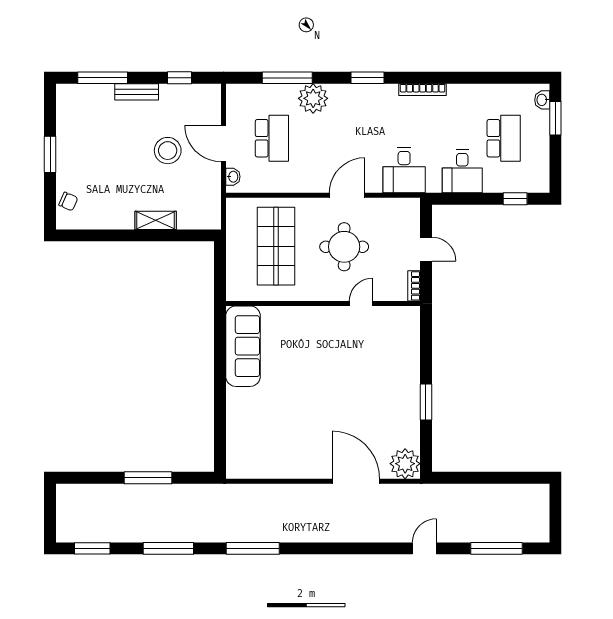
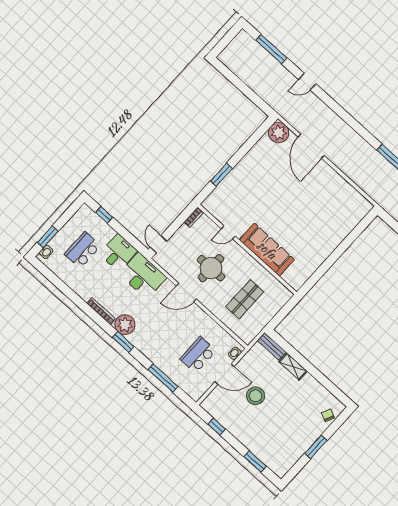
window: (103, 78) -> (255, 461), width x0.69
bench: (137, 92) -> (272, 346), moved
plant: (313, 98) -> (125, 325), moved
door: (224, 144) -> (224, 374), hinge flipped
desk: (404, 170) -> (143, 276), width x1.37
shop shelf: (276, 246) -> (245, 299), width x0.70, depth x0.74
door: (426, 249) -> (159, 244), moved
sofa: (243, 346) -> (267, 250), moved, turned 90
window: (426, 402) -> (221, 175), moved

